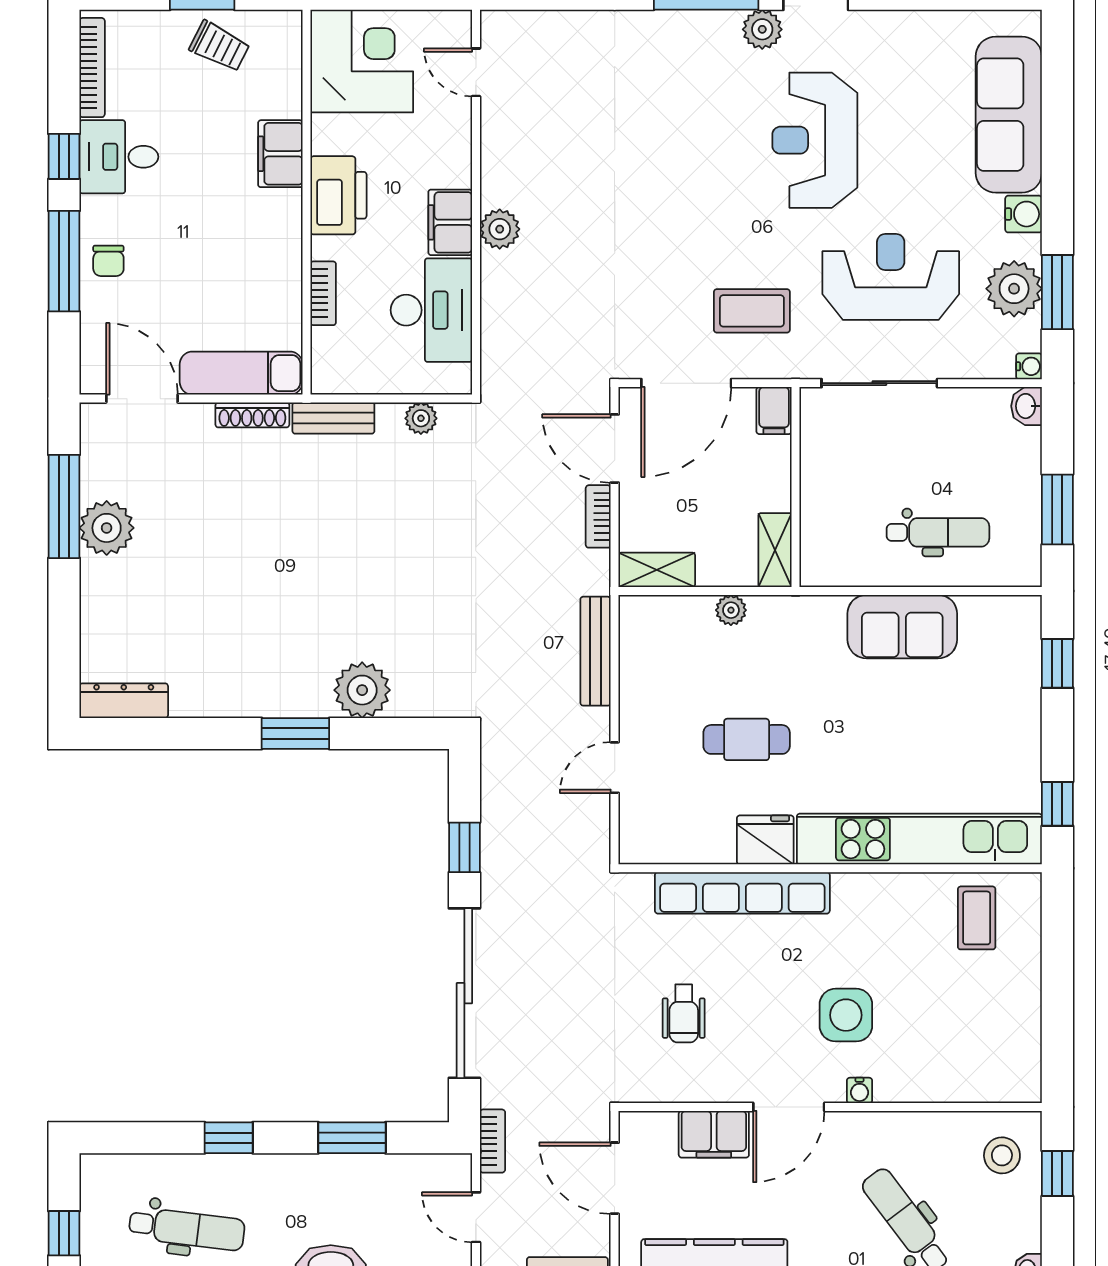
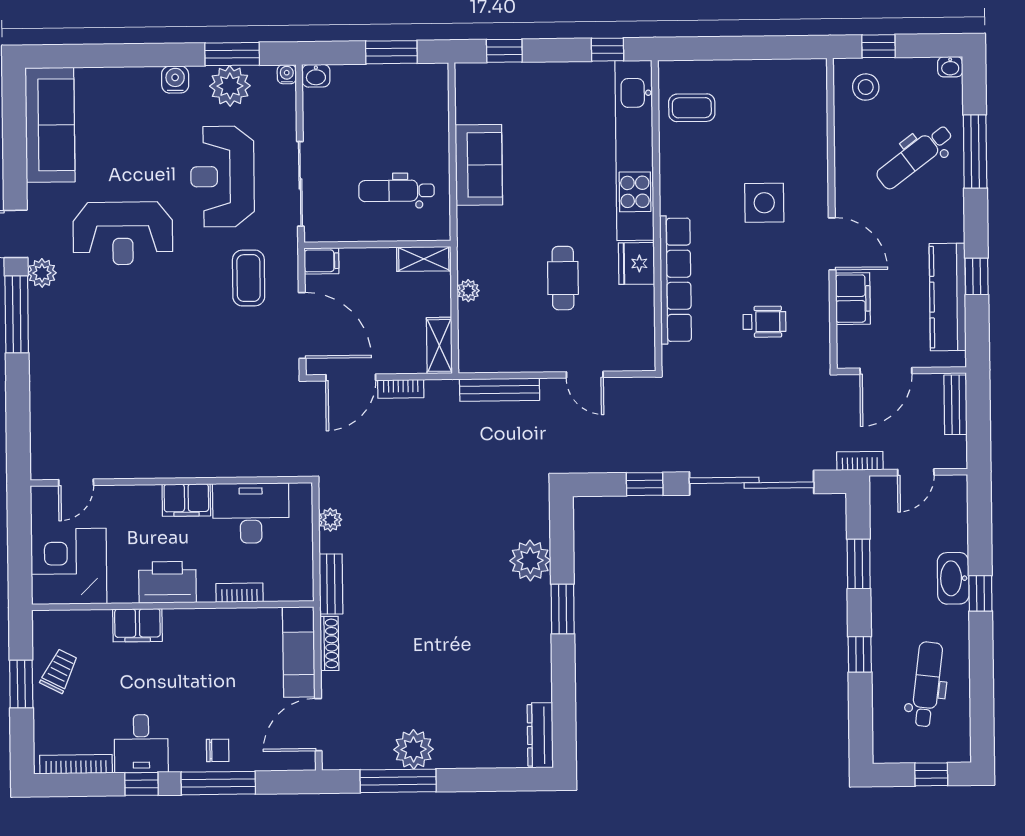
sofa: (1009, 115) -> (50, 125), moved, turned -90
plant: (500, 229) -> (191, 464), removed
dental chair: (938, 532) -> (396, 191), moved, turned -90
water cooler: (859, 1090) -> (819, 192), removed

